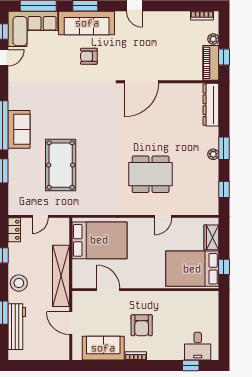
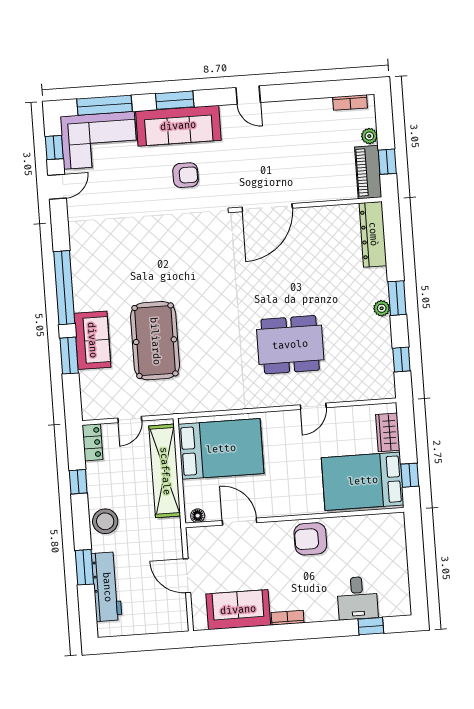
armchair: (89, 56) -> (186, 175), turned 180
sofa: (19, 129) -> (92, 340), moved
shelving: (61, 276) -> (165, 471), moved
floor lamp: (81, 284) -> (198, 516), added
armchair: (142, 325) -> (310, 539), moved, turned 90
desk: (198, 346) -> (357, 598), moved

